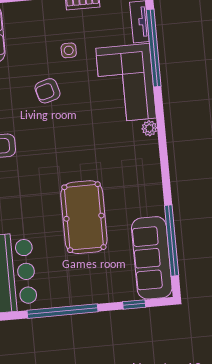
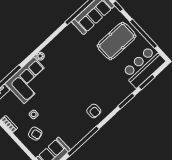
armchair: (48, 91) -> (35, 134), moved
pool table: (84, 217) -> (117, 41), moved

